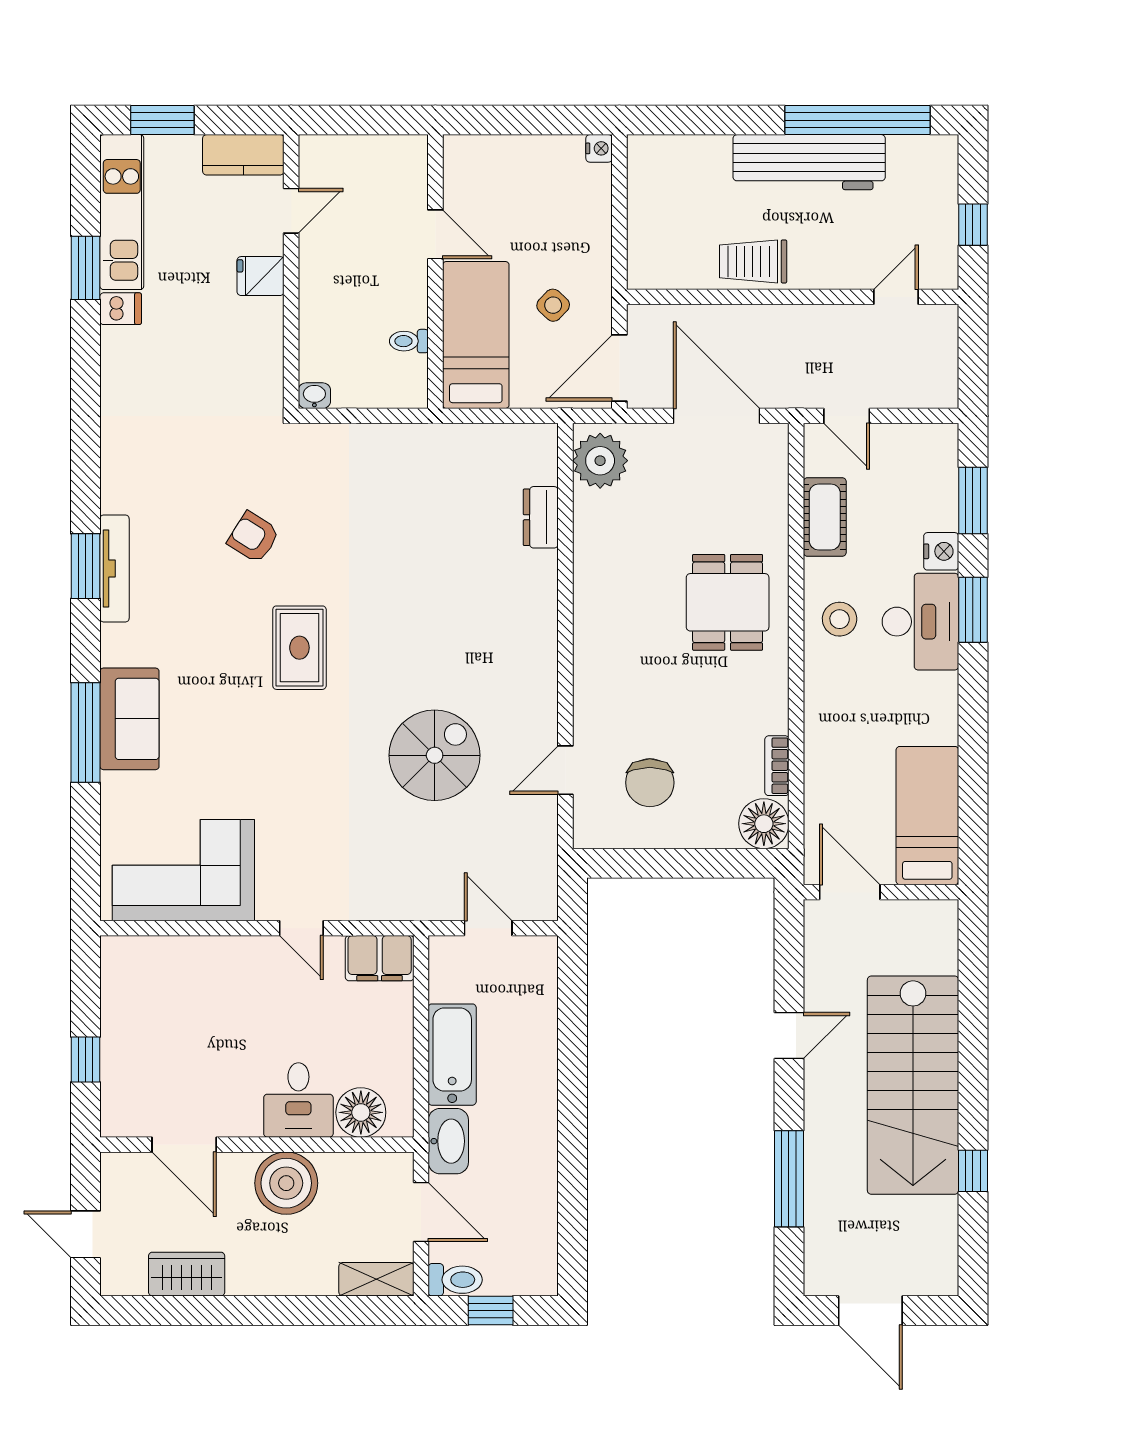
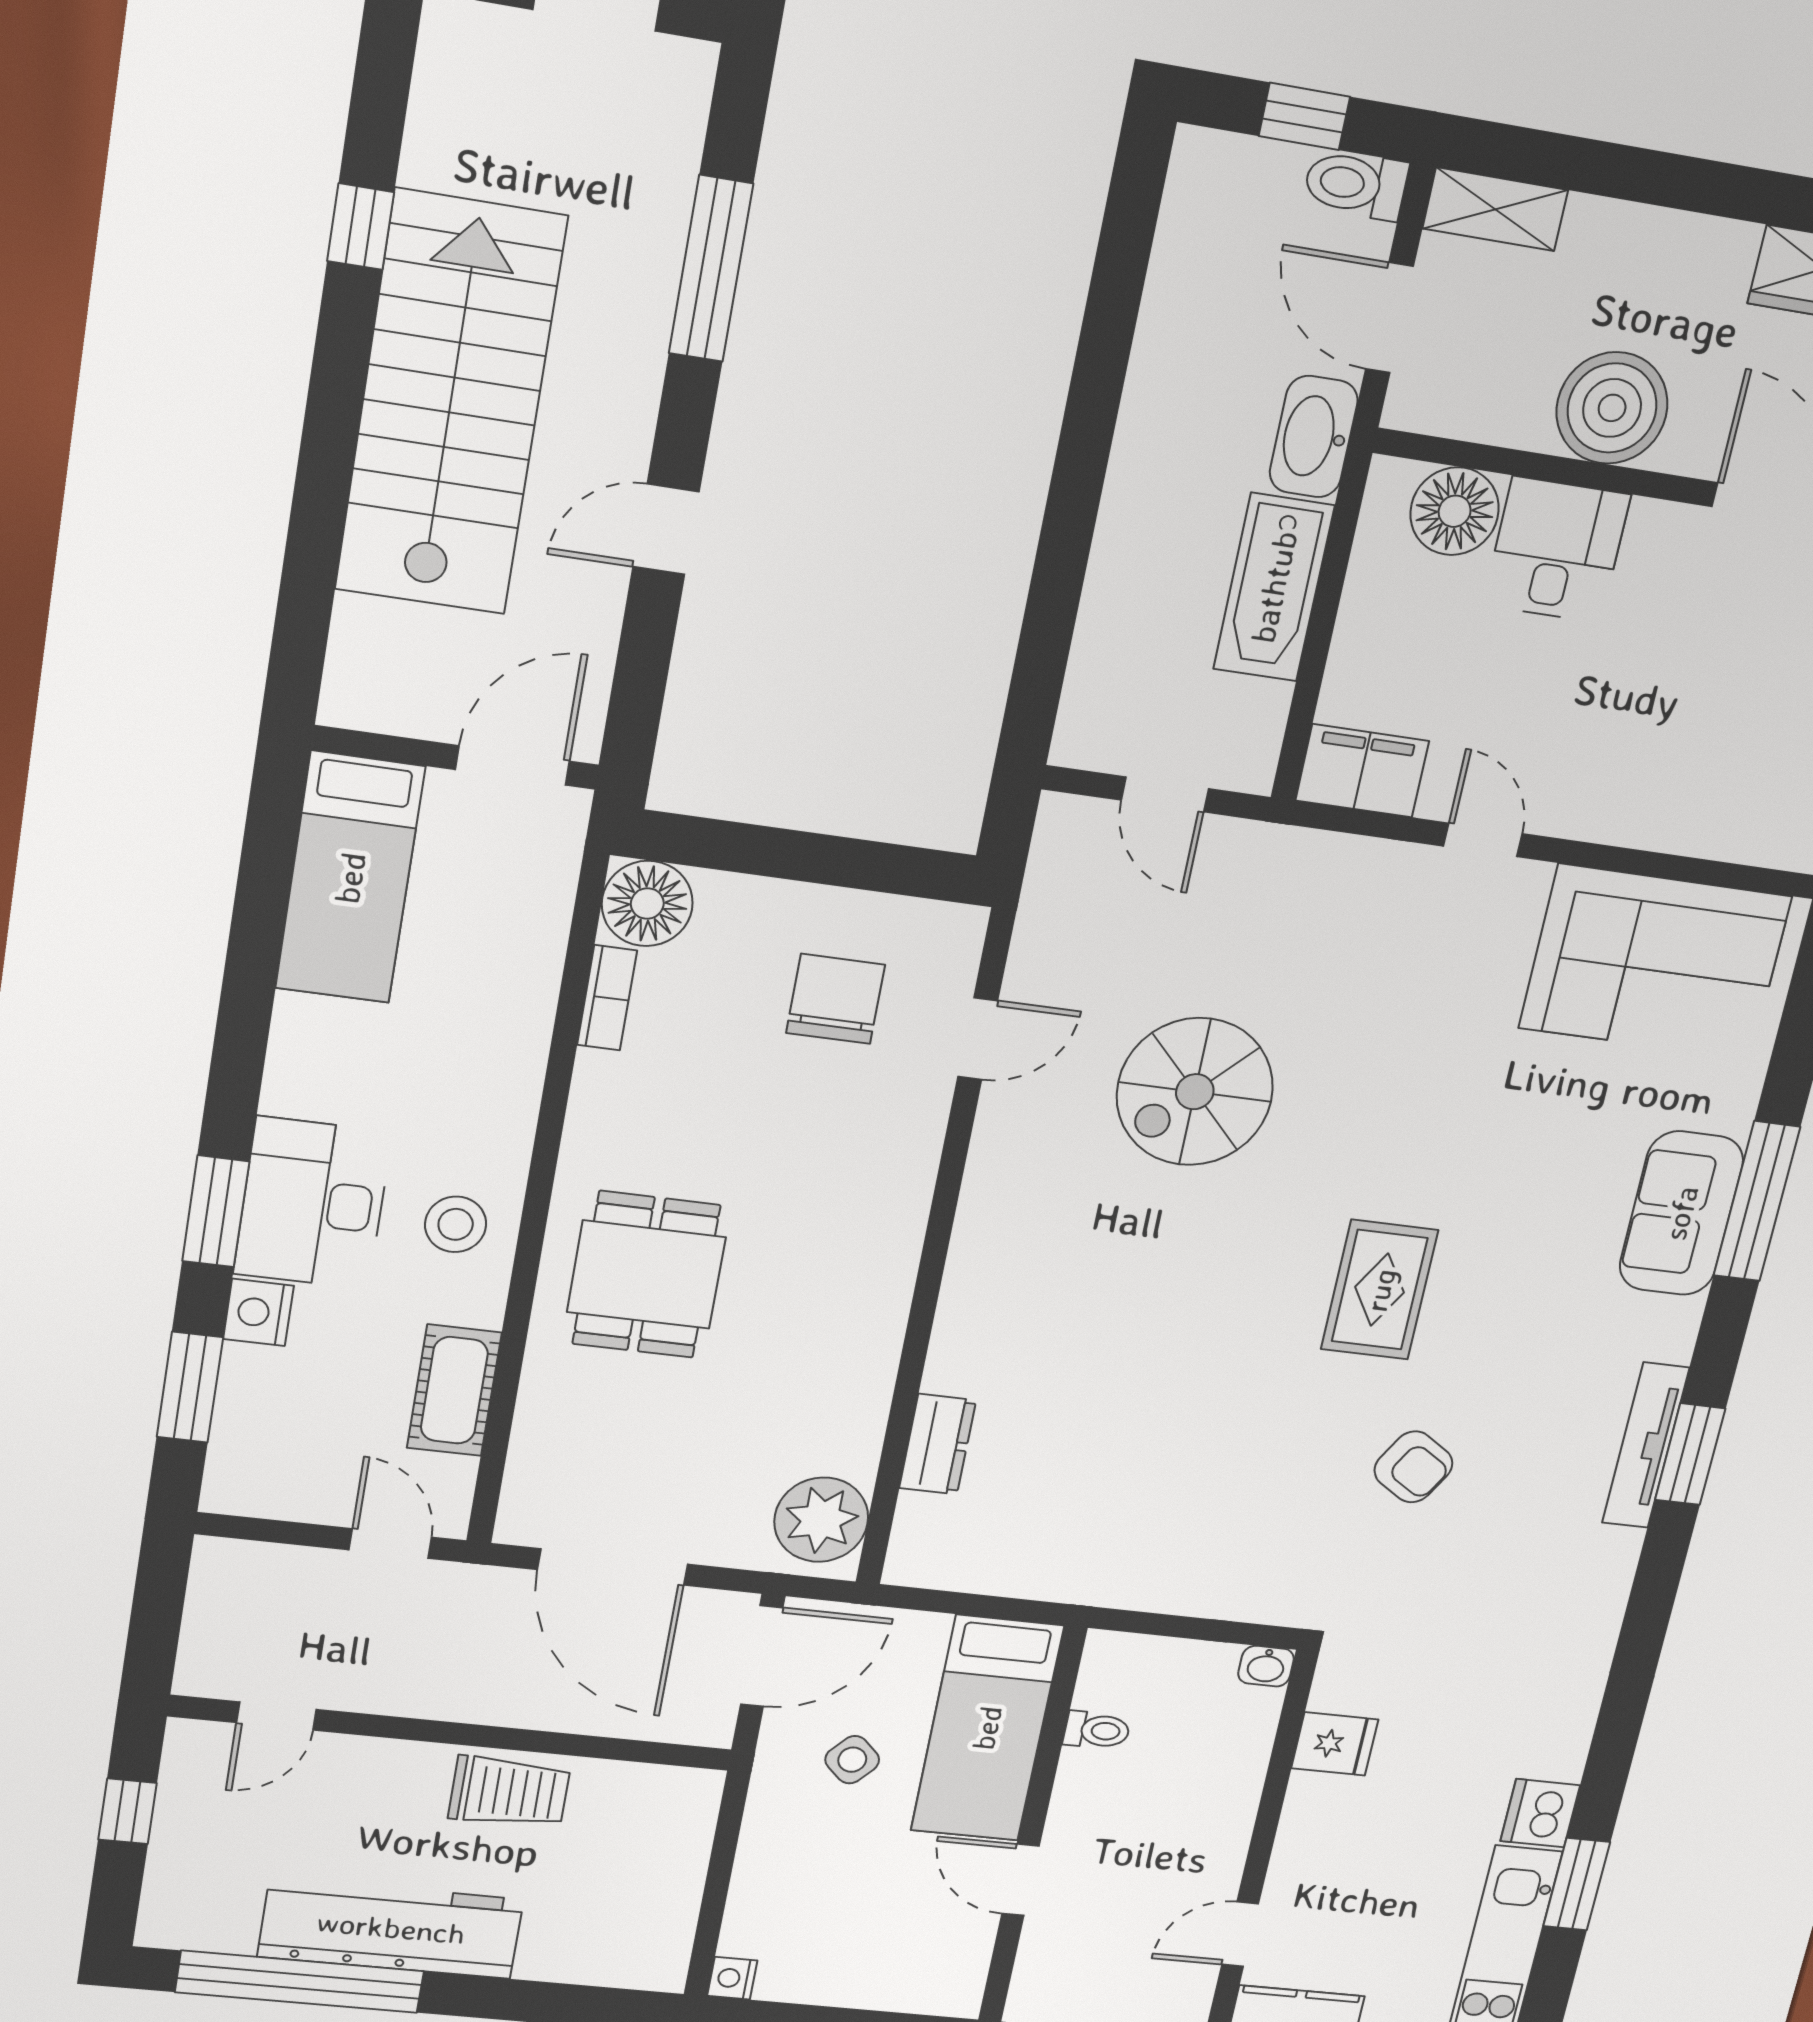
fridge: (261, 276) -> (1335, 1744), moved
dishwasher: (121, 309) -> (1540, 1813), width x1.38
door: (850, 892) -> (512, 765), swing flipped

